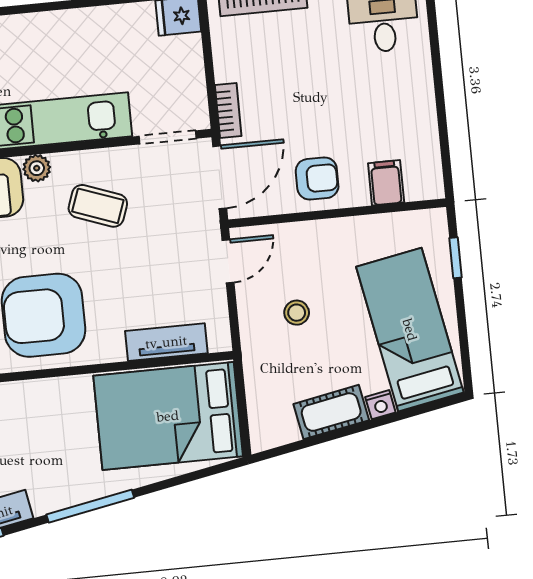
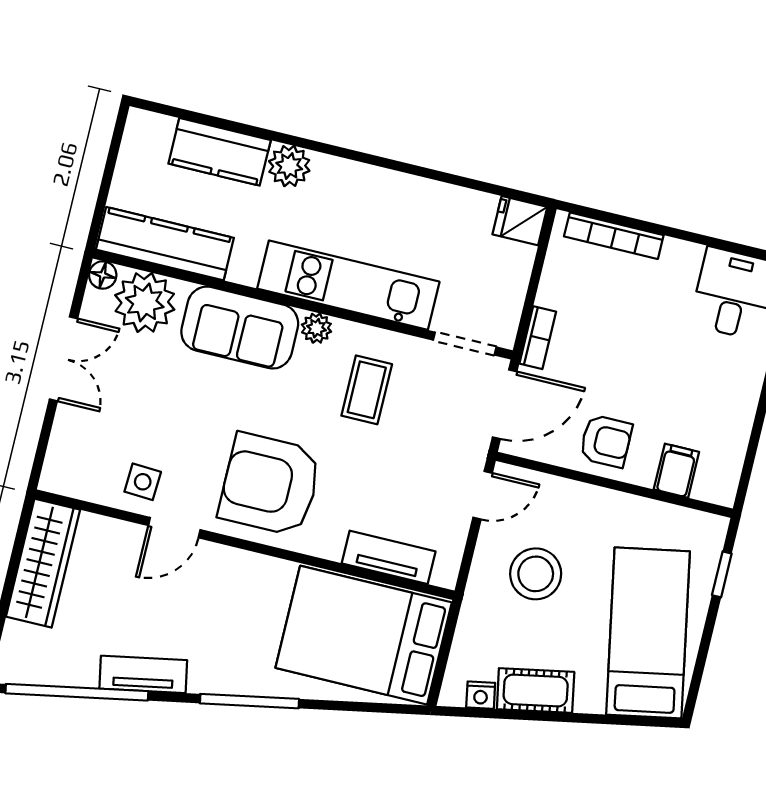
coffee table: (98, 206) -> (367, 390), turned 70
stool: (297, 313) -> (536, 574), width x1.89, depth x1.89
nightstand: (380, 405) -> (481, 695), moved

